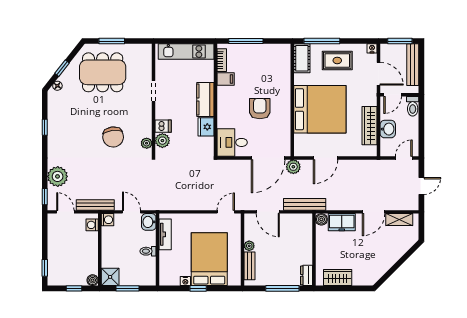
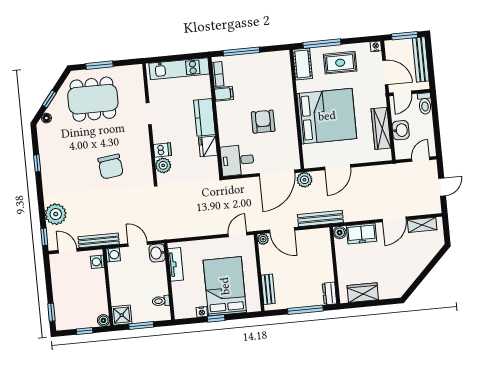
plant: (147, 143) -> (147, 170), removed
plant: (249, 246) -> (263, 239), moved
toilet: (148, 251) -> (161, 301), moved

